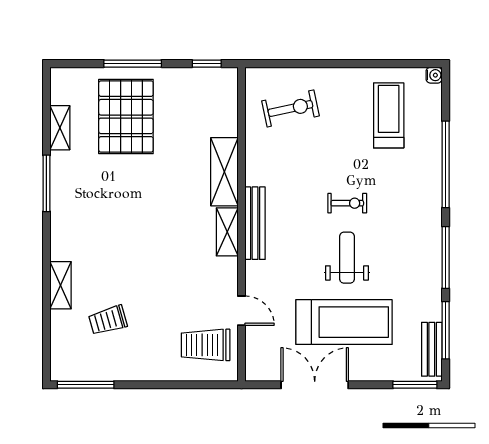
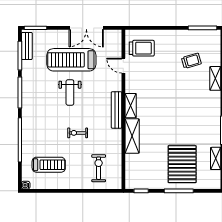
exercise bike: (290, 108) -> (99, 168), turned 102
treadmill: (389, 115) -> (49, 165), turned -90
exercise bike: (347, 203) -> (78, 133), moved

